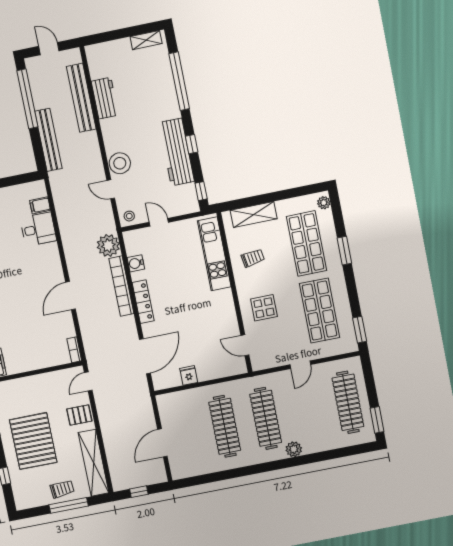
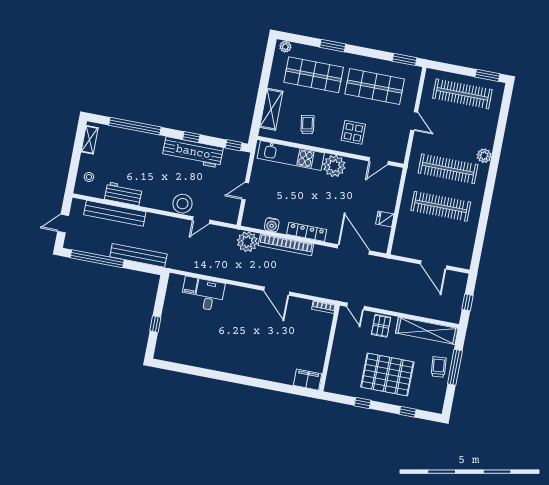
stool: (129, 216) -> (89, 177), moved
plant: (222, 302) -> (334, 166), added

